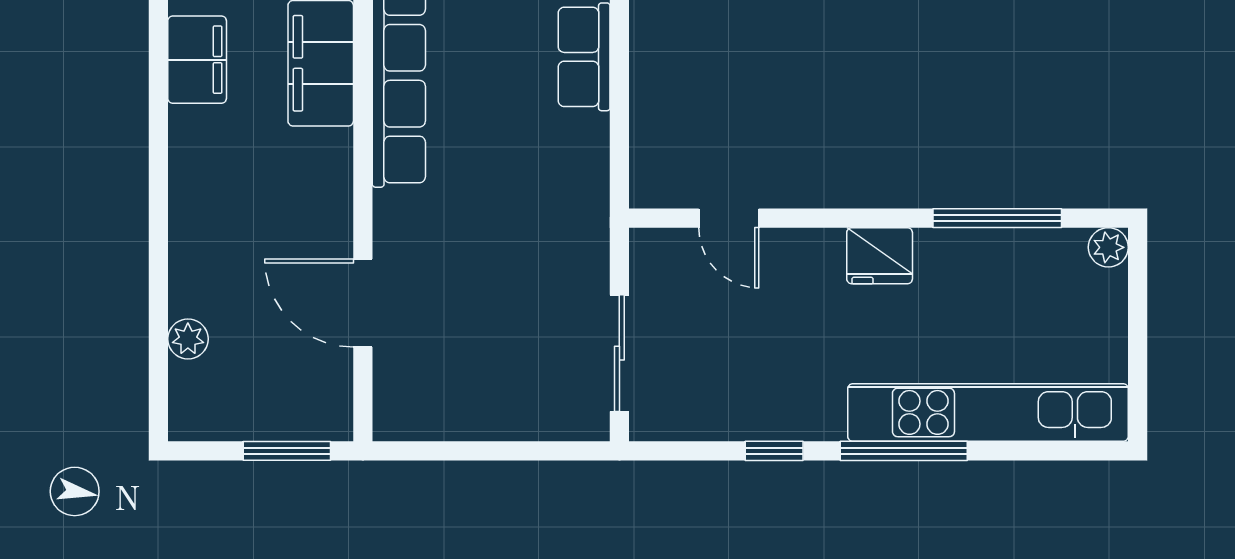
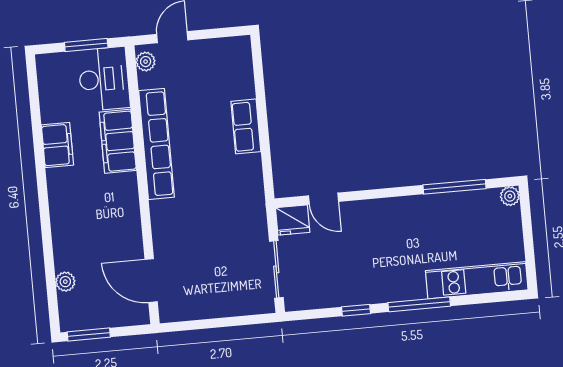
fridge: (880, 256) -> (293, 220), moved
door: (363, 303) -> (151, 281), moved
kitchen unit: (988, 412) -> (477, 280), width x0.73
window: (287, 451) -> (89, 334), moved

